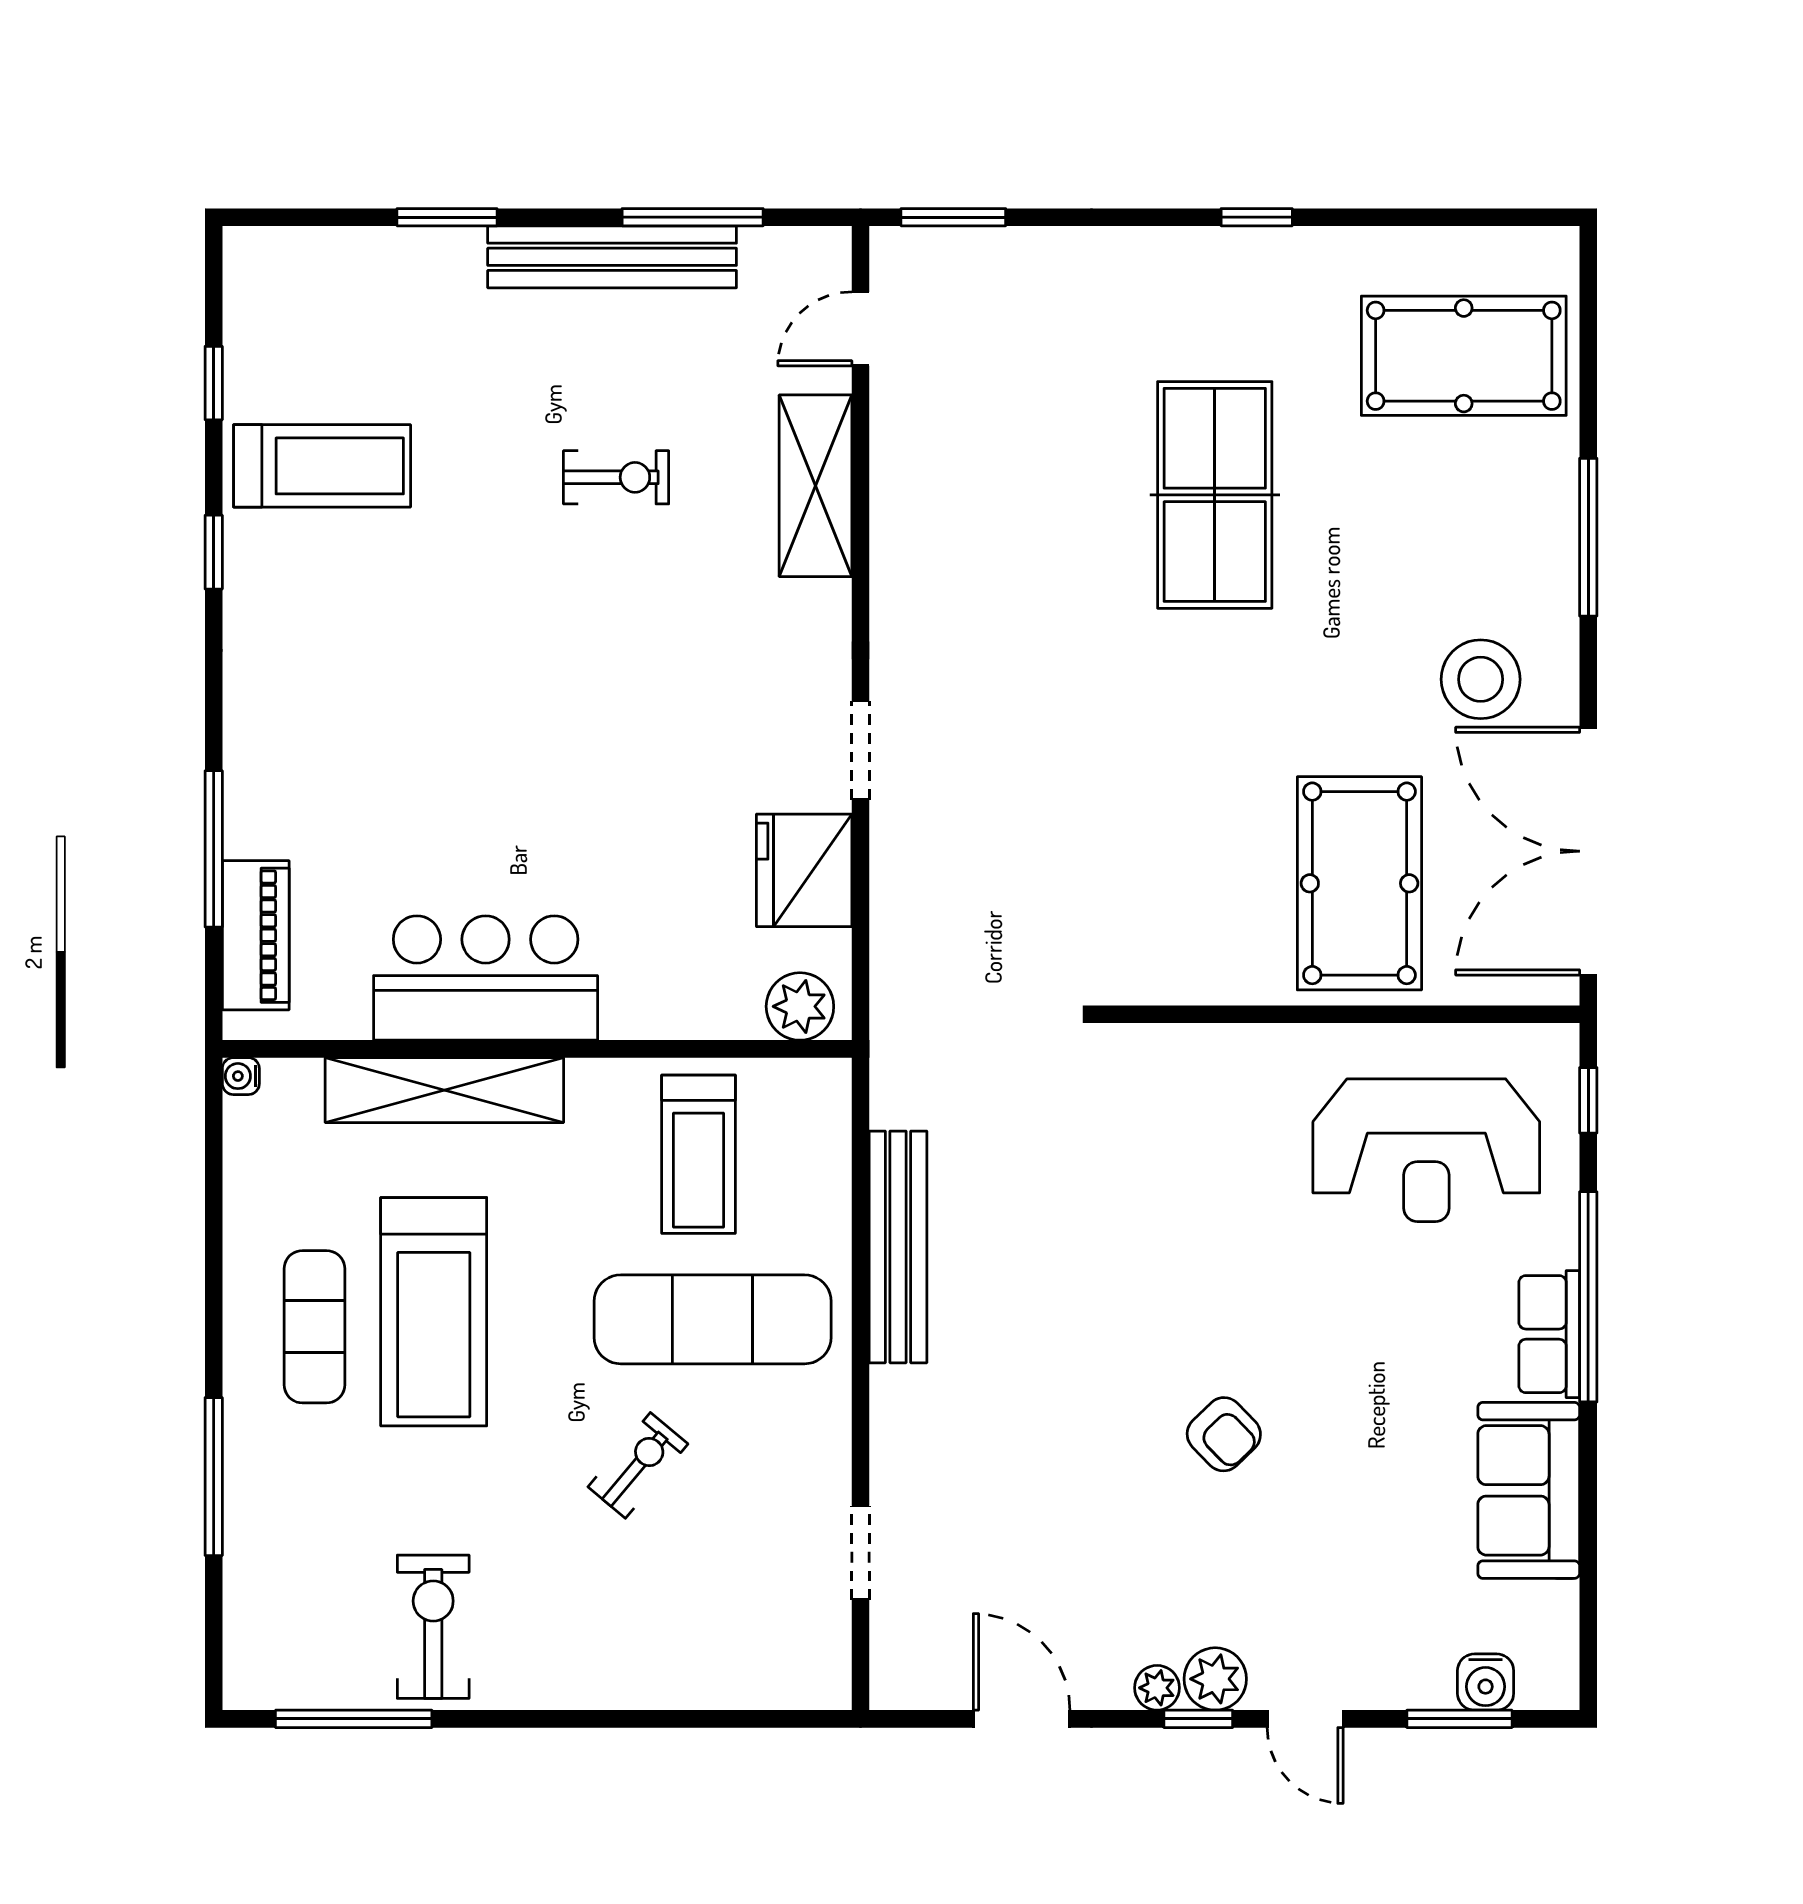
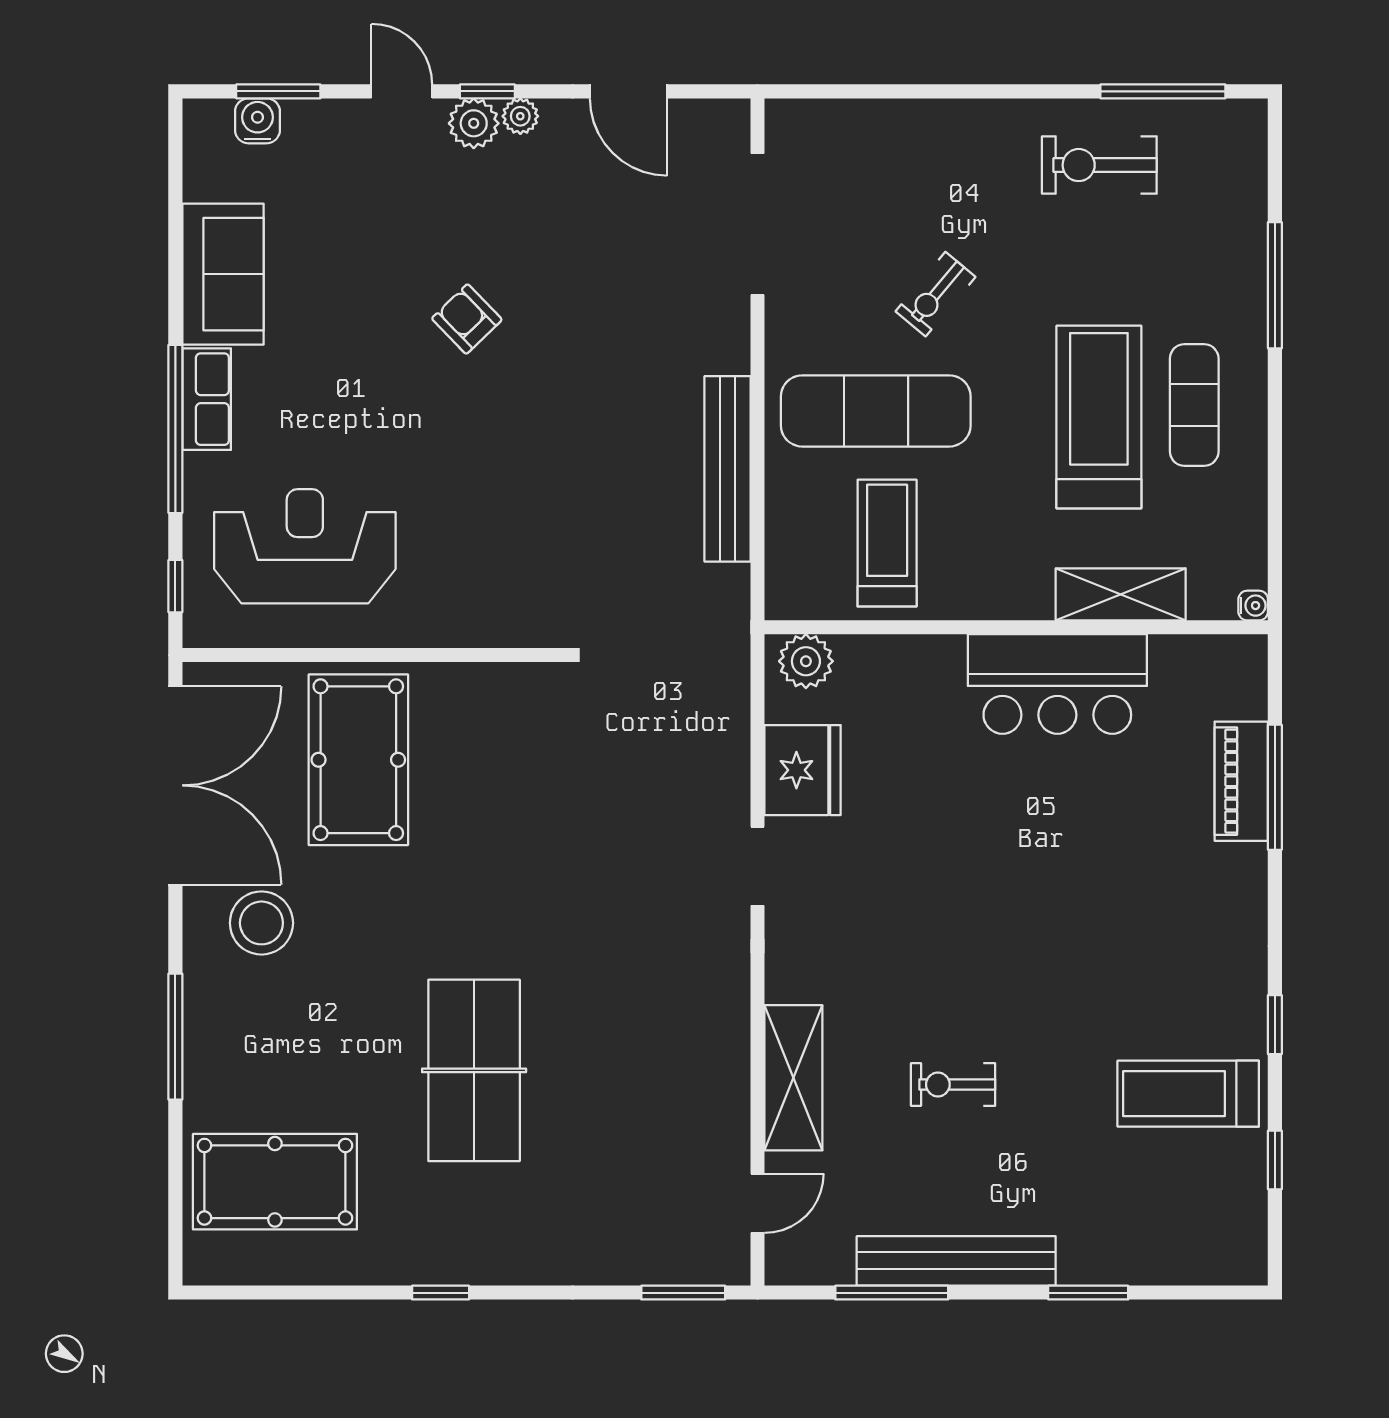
piano: (256, 935) -> (1241, 781), moved
shelving: (444, 1090) -> (1121, 594), width x0.68
doorway: (861, 1553) -> (757, 224), width x1.88
exercise bike: (433, 1627) -> (1099, 165), turned 90

